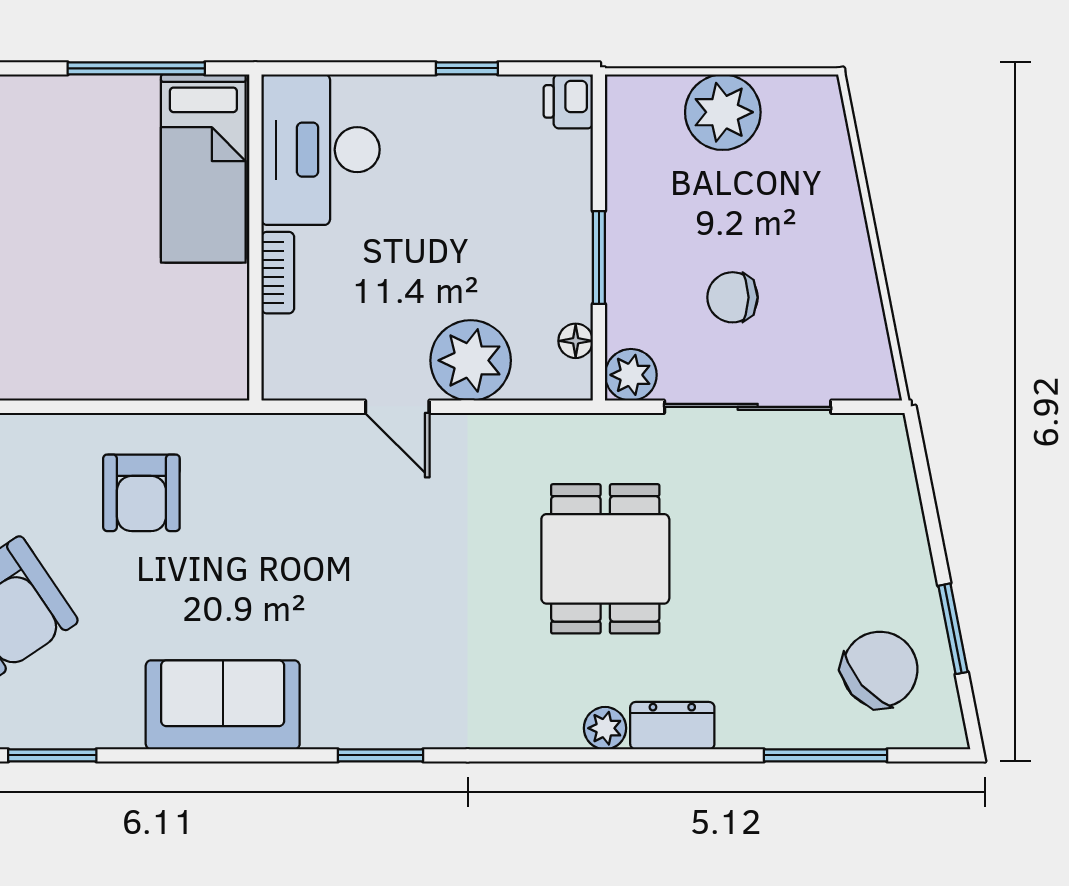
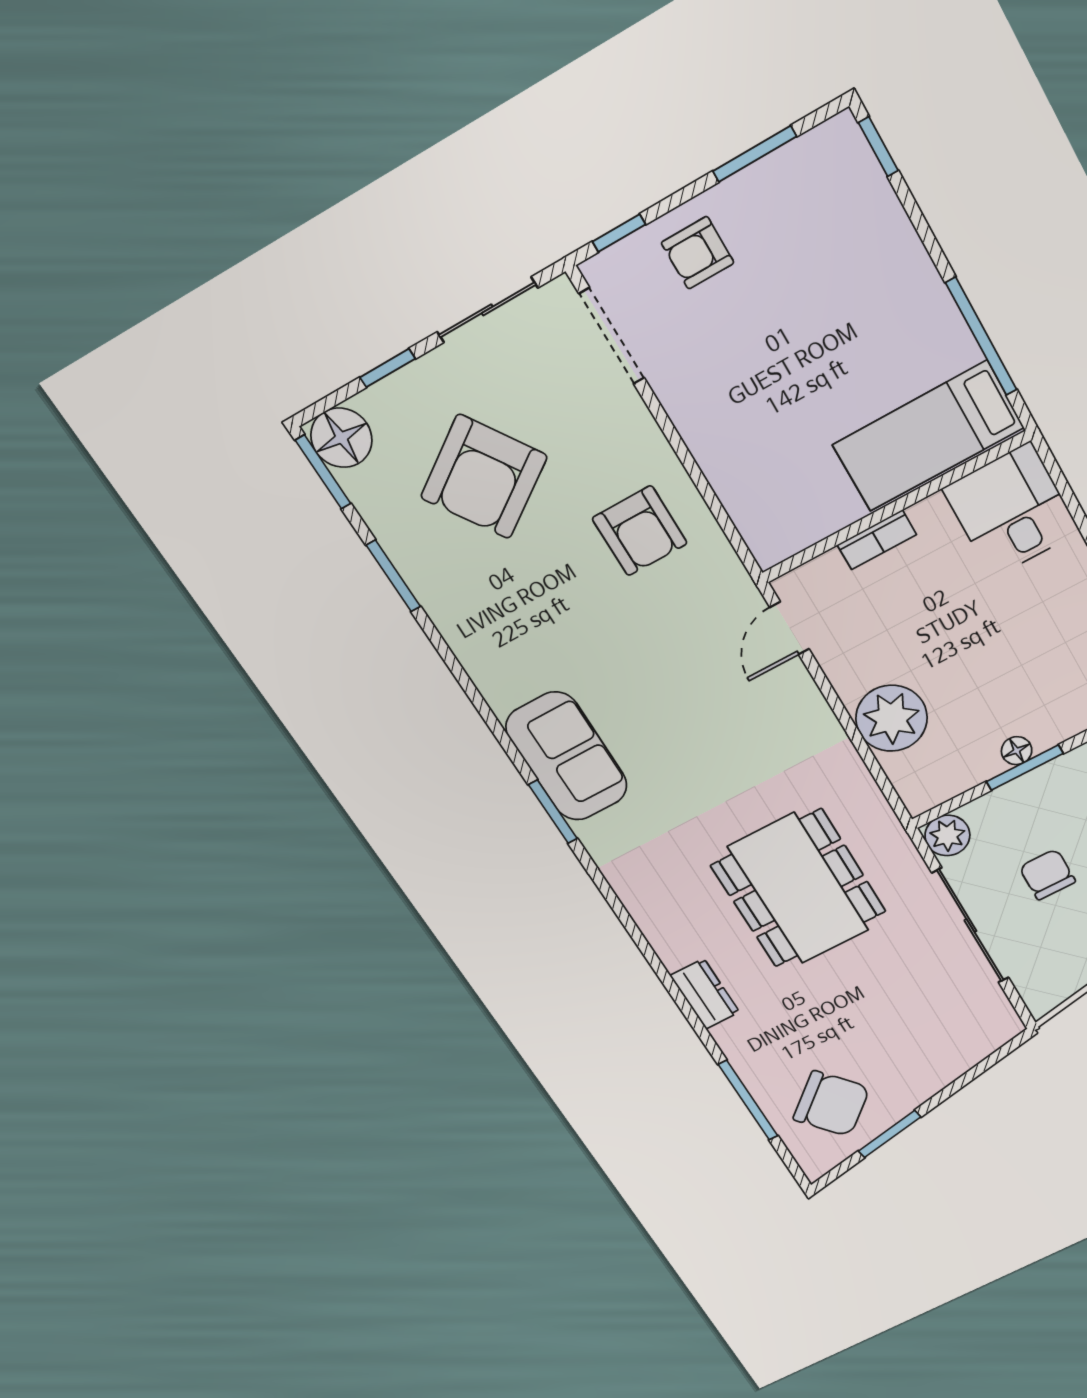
desk: (321, 150) -> (1011, 510), width x0.73
floor lamp: (576, 341) -> (1017, 751), moved
door: (397, 407) -> (790, 628), moved
armchair: (141, 493) -> (640, 531), turned -90
dining table: (605, 559) -> (798, 888), width x1.37
sofa: (223, 705) -> (567, 756), moved
plant: (605, 728) -> (674, 951), removed

